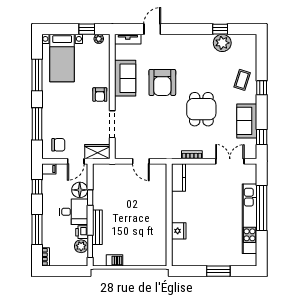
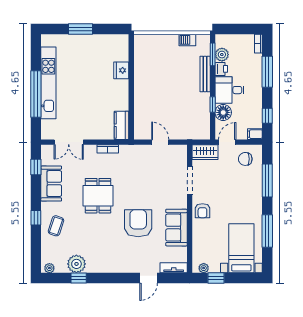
plant: (249, 39) -> (49, 268), added
armchair: (100, 95) -> (202, 211), turned 180

